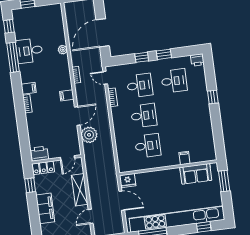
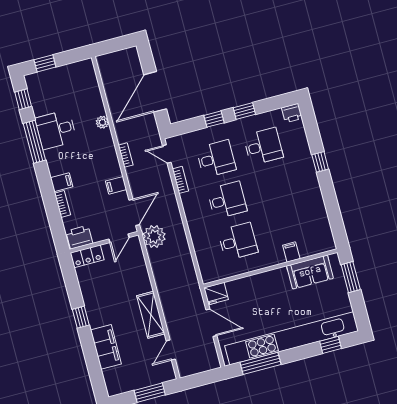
printer: (40, 154) -> (79, 237), moved
door: (67, 158) -> (119, 238), moved
wall: (56, 159) -> (104, 242), moved
locker: (43, 168) -> (87, 256), moved

